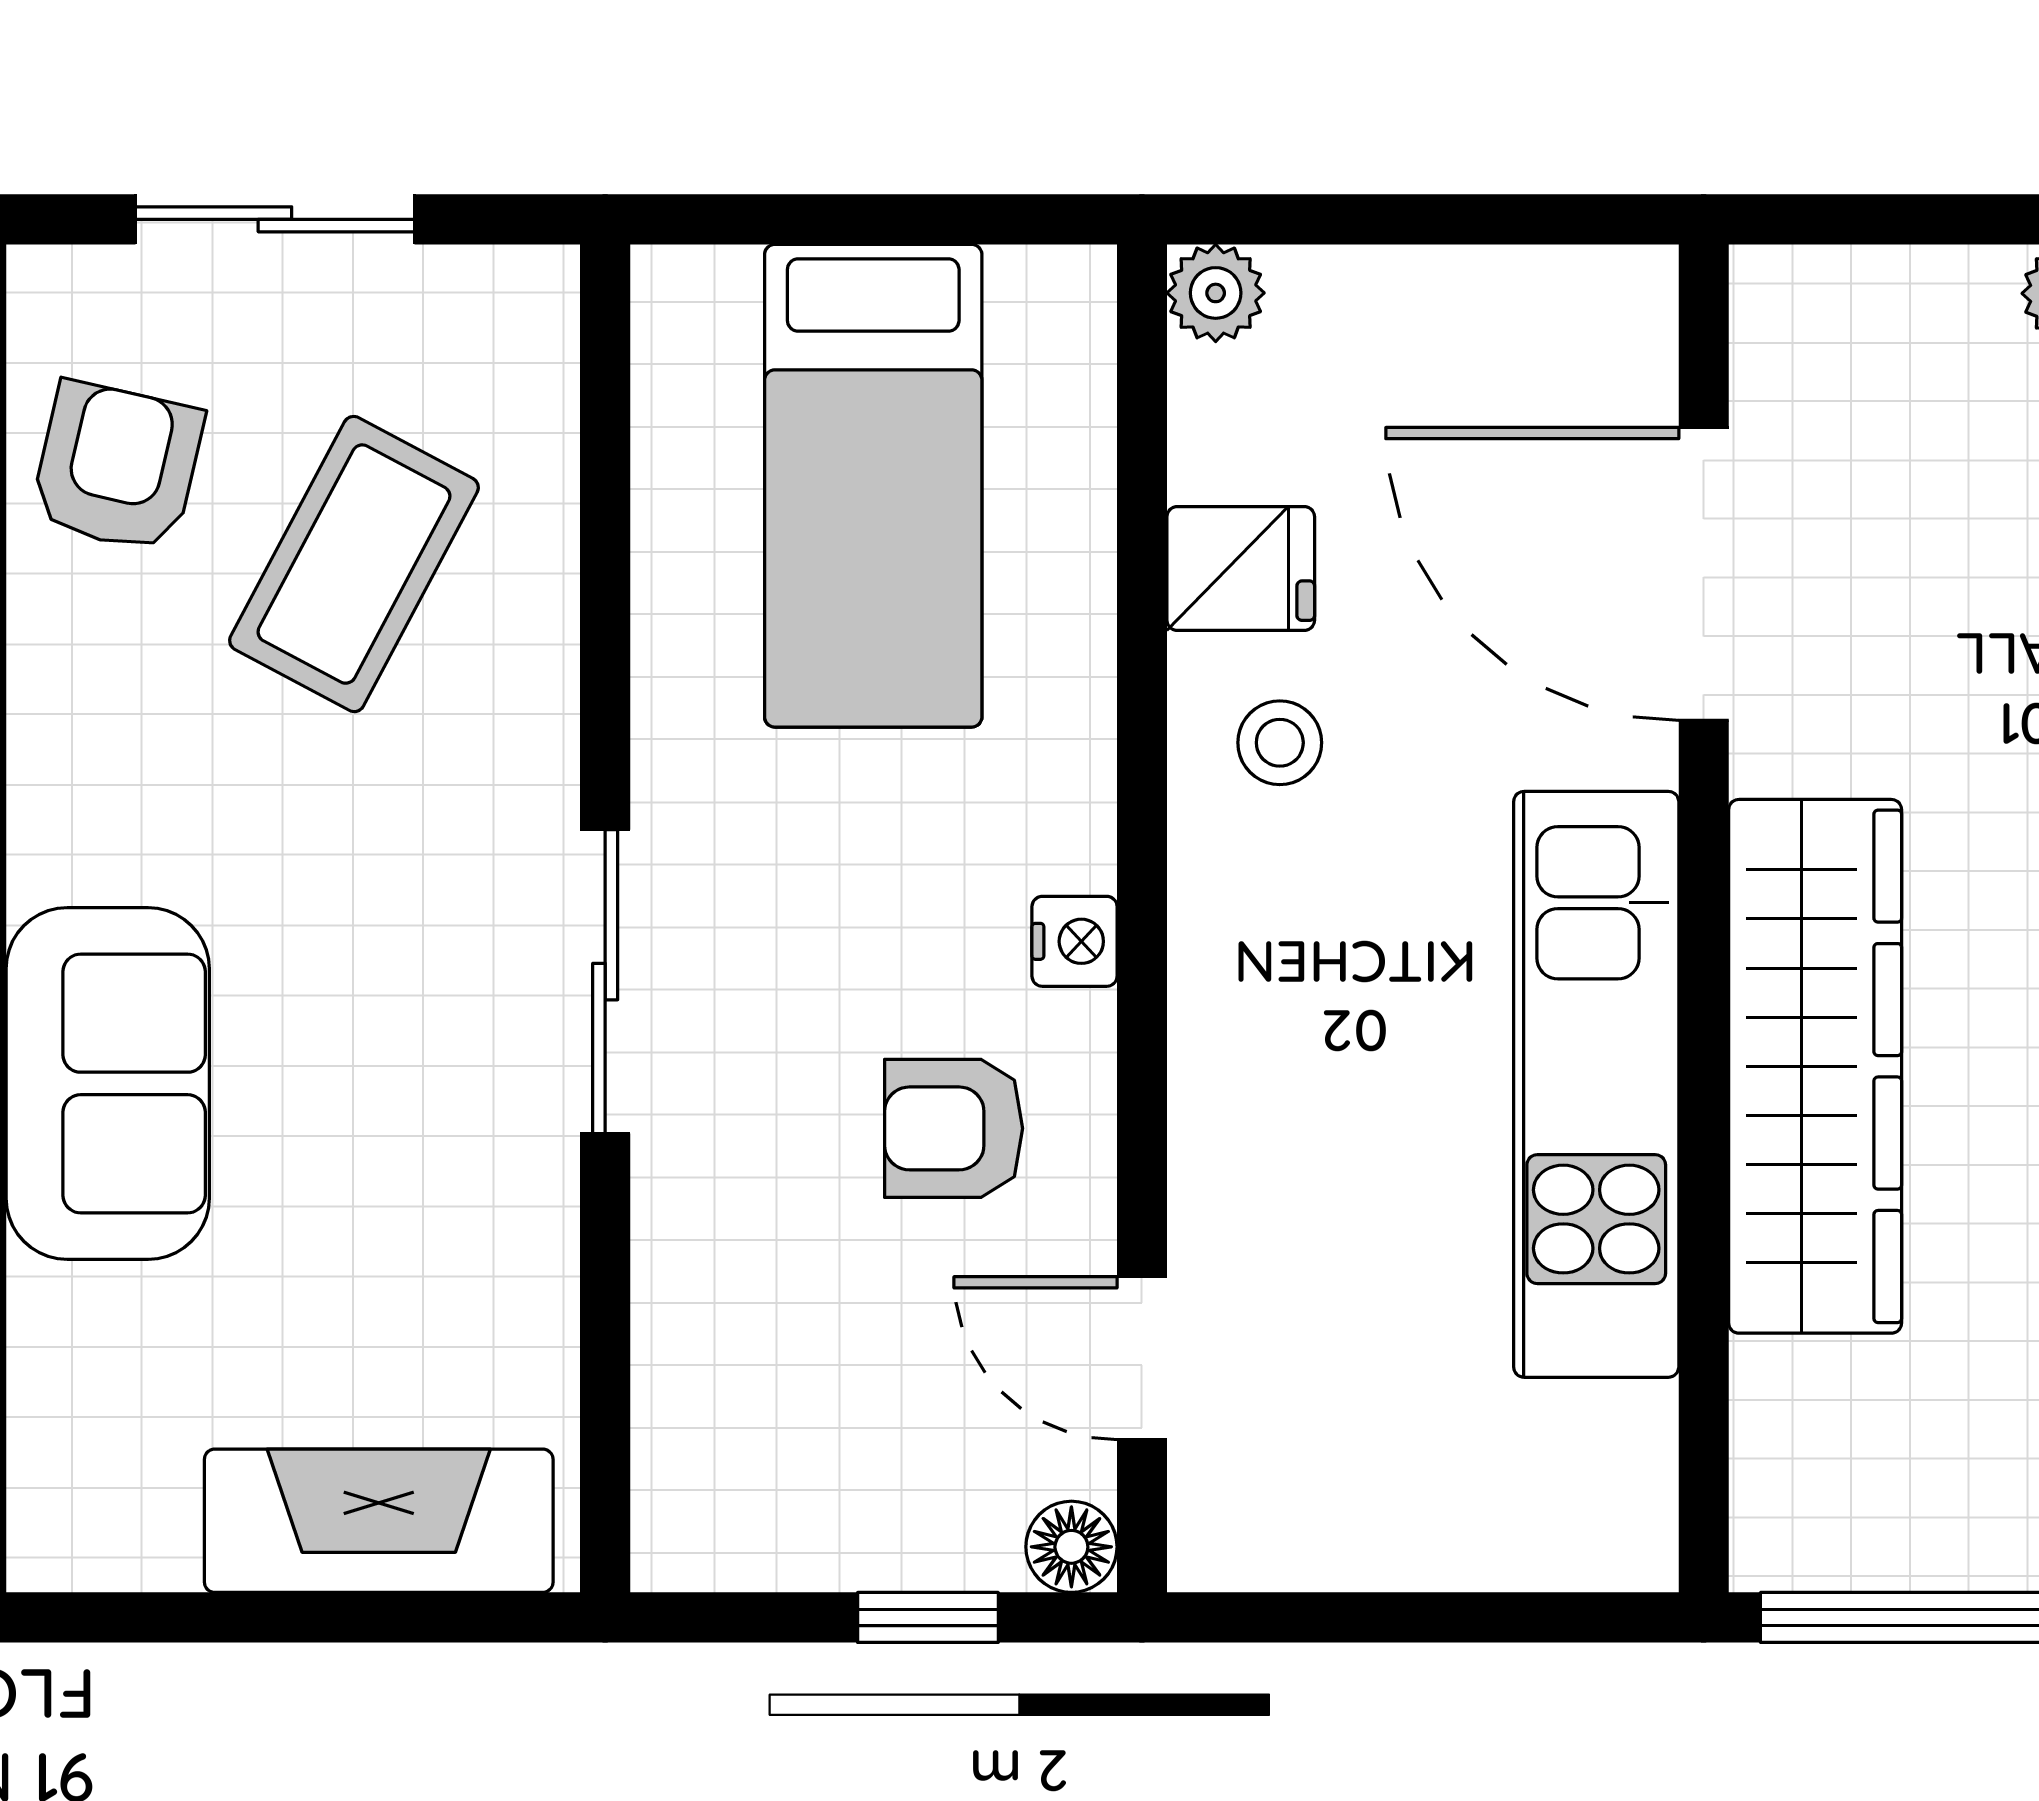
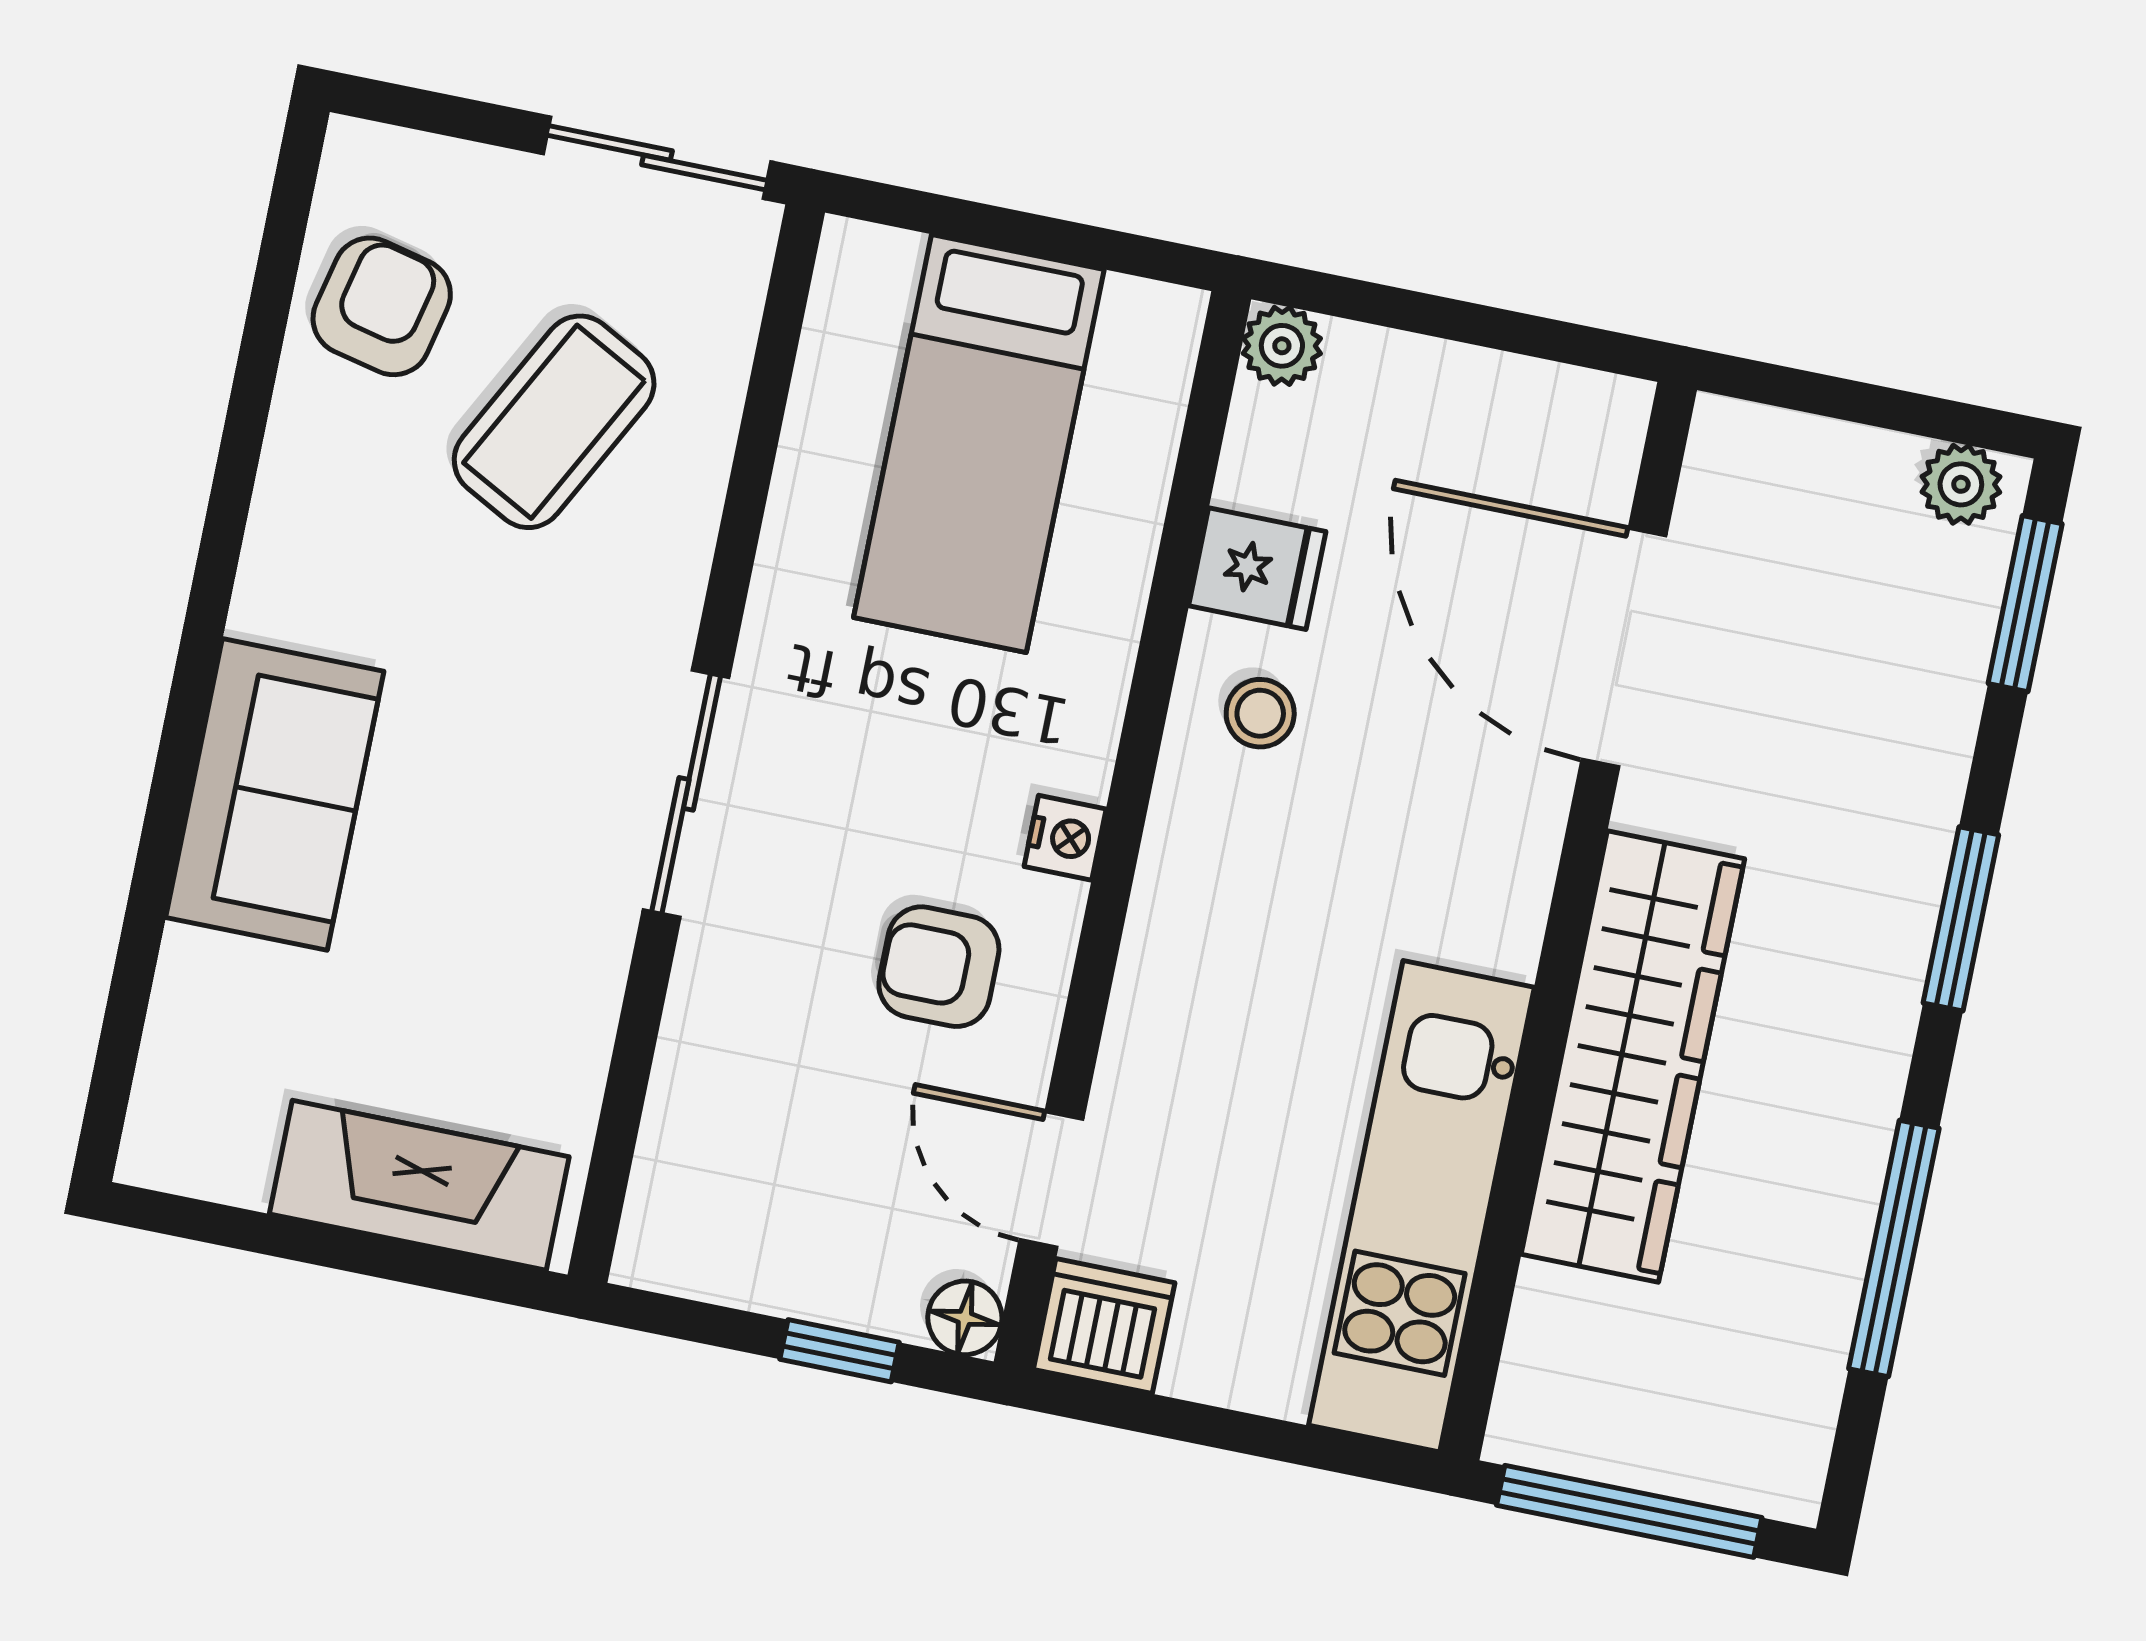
sliding door: (275, 219) -> (657, 158), moved
kitchen unit: (1596, 1084) -> (1421, 1206), moved
dishwasher: (1242, 1522) -> (1104, 1326), added

